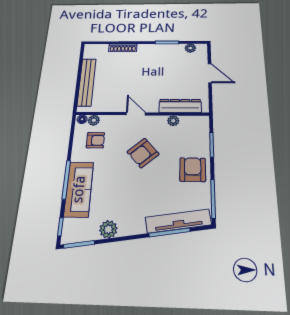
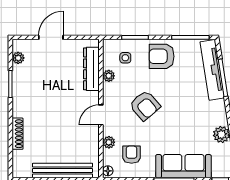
plant: (94, 120) -> (109, 142), moved
side table: (191, 136) -> (125, 58), added

